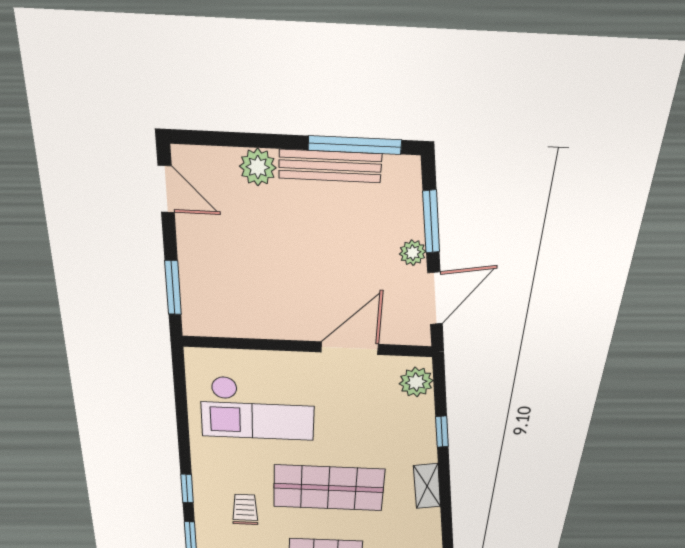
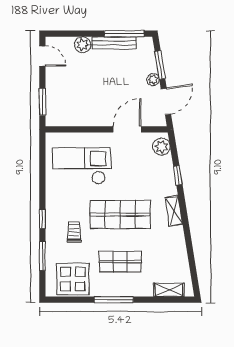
checkout: (258, 409) -> (82, 166), turned 180

